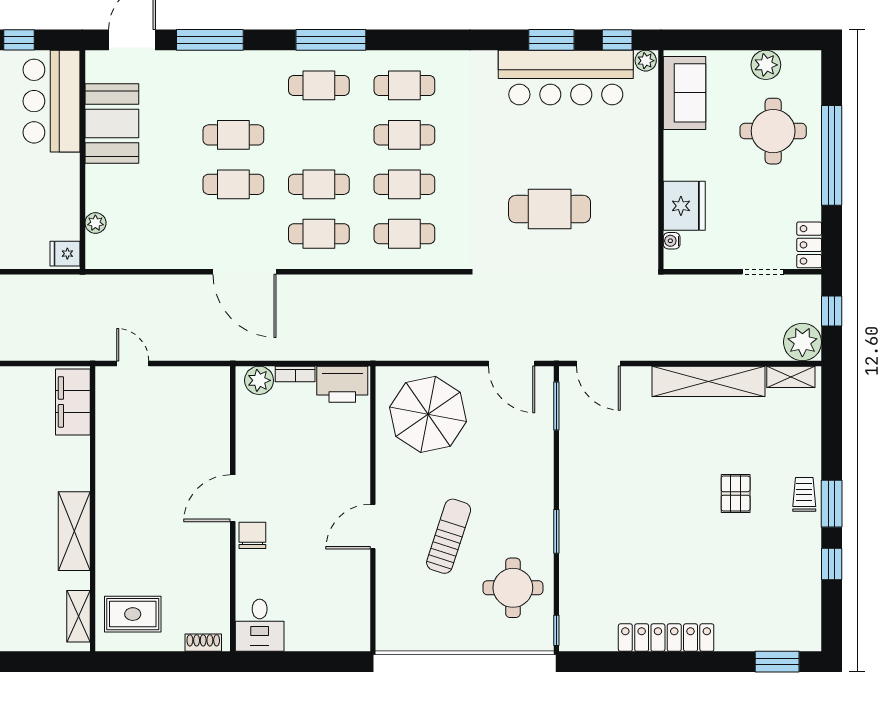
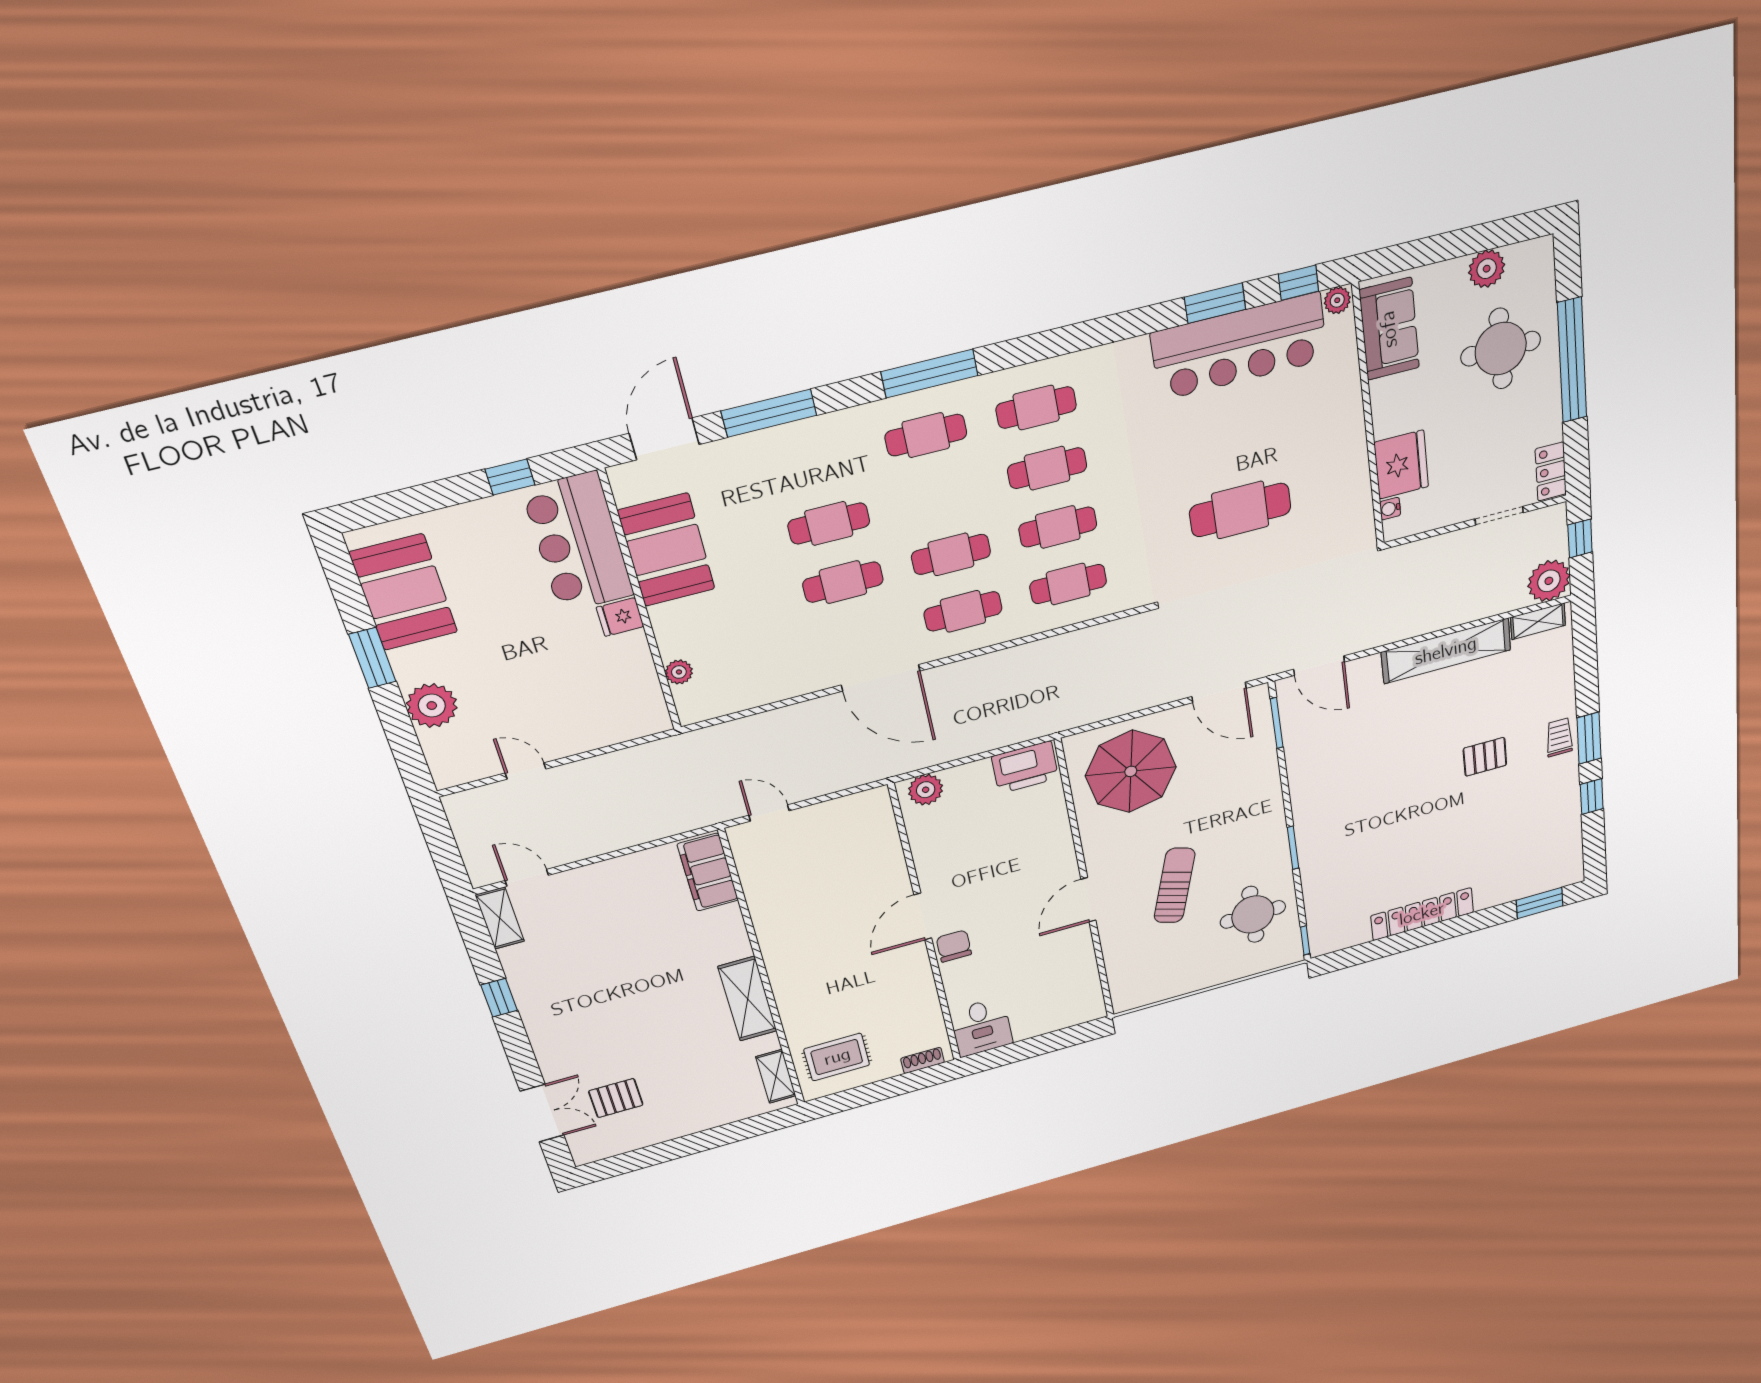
fridge: (65, 254) -> (620, 617), moved
bookcase: (295, 374) -> (967, 771), removed
pallet: (736, 493) -> (1485, 757), turned 90

